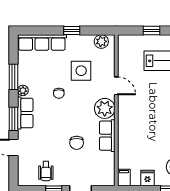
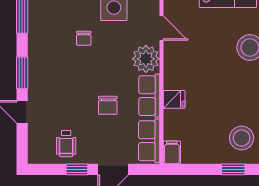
plant: (23, 90) -> (35, 34), removed
row of seats: (25, 113) -> (149, 141), moved, turned 180
fridge: (147, 178) -> (174, 99), moved, turned 90

